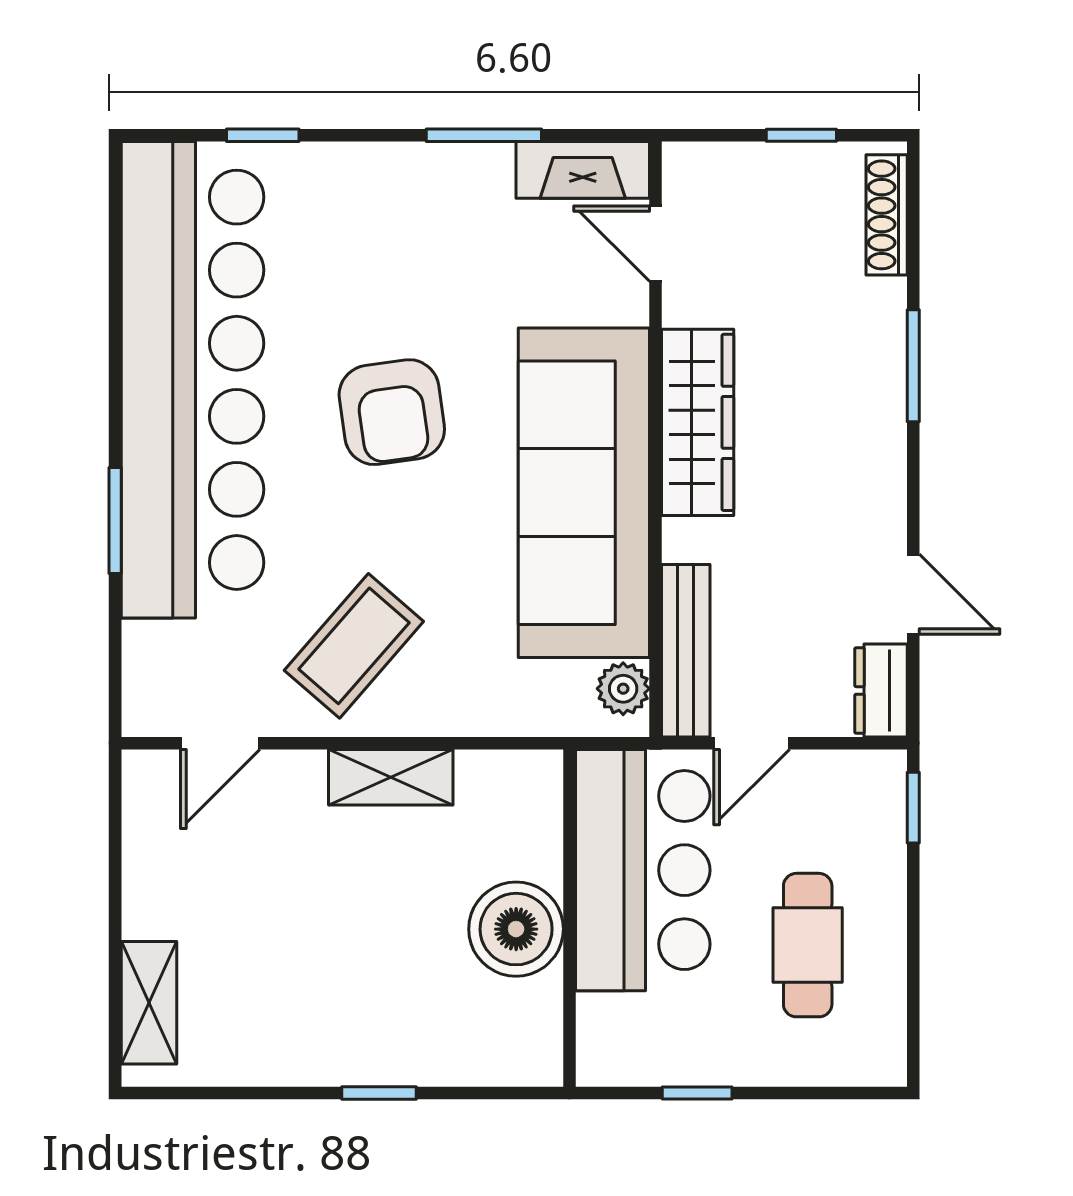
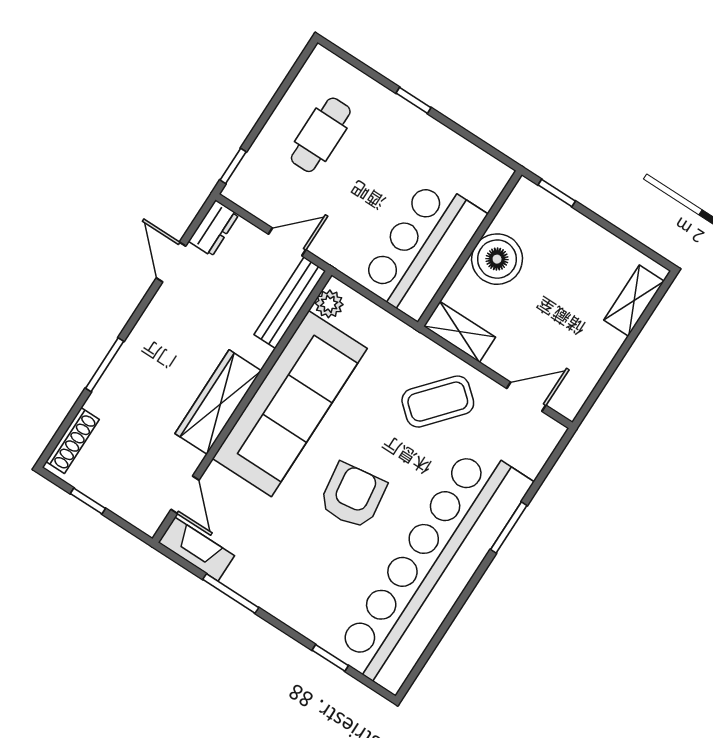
bar counter: (643, 870) -> (423, 249), moved
wall: (569, 918) -> (470, 248), moved
boiler: (516, 929) -> (497, 259), moved

